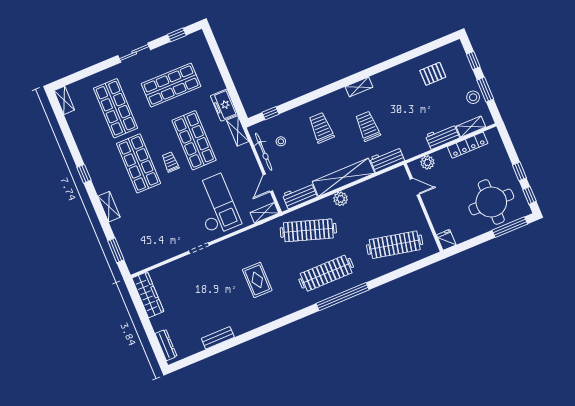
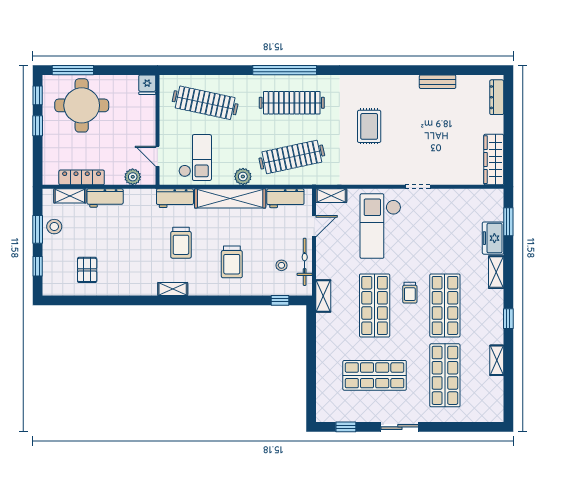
pallet: (433, 74) -> (87, 270), turned 90
shelving: (64, 100) -> (497, 360), moved
freezer: (224, 105) -> (493, 238), moved, turned 180
checkout: (385, 198) -> (195, 158), added
clothes rail: (308, 230) -> (292, 157), turned -30

